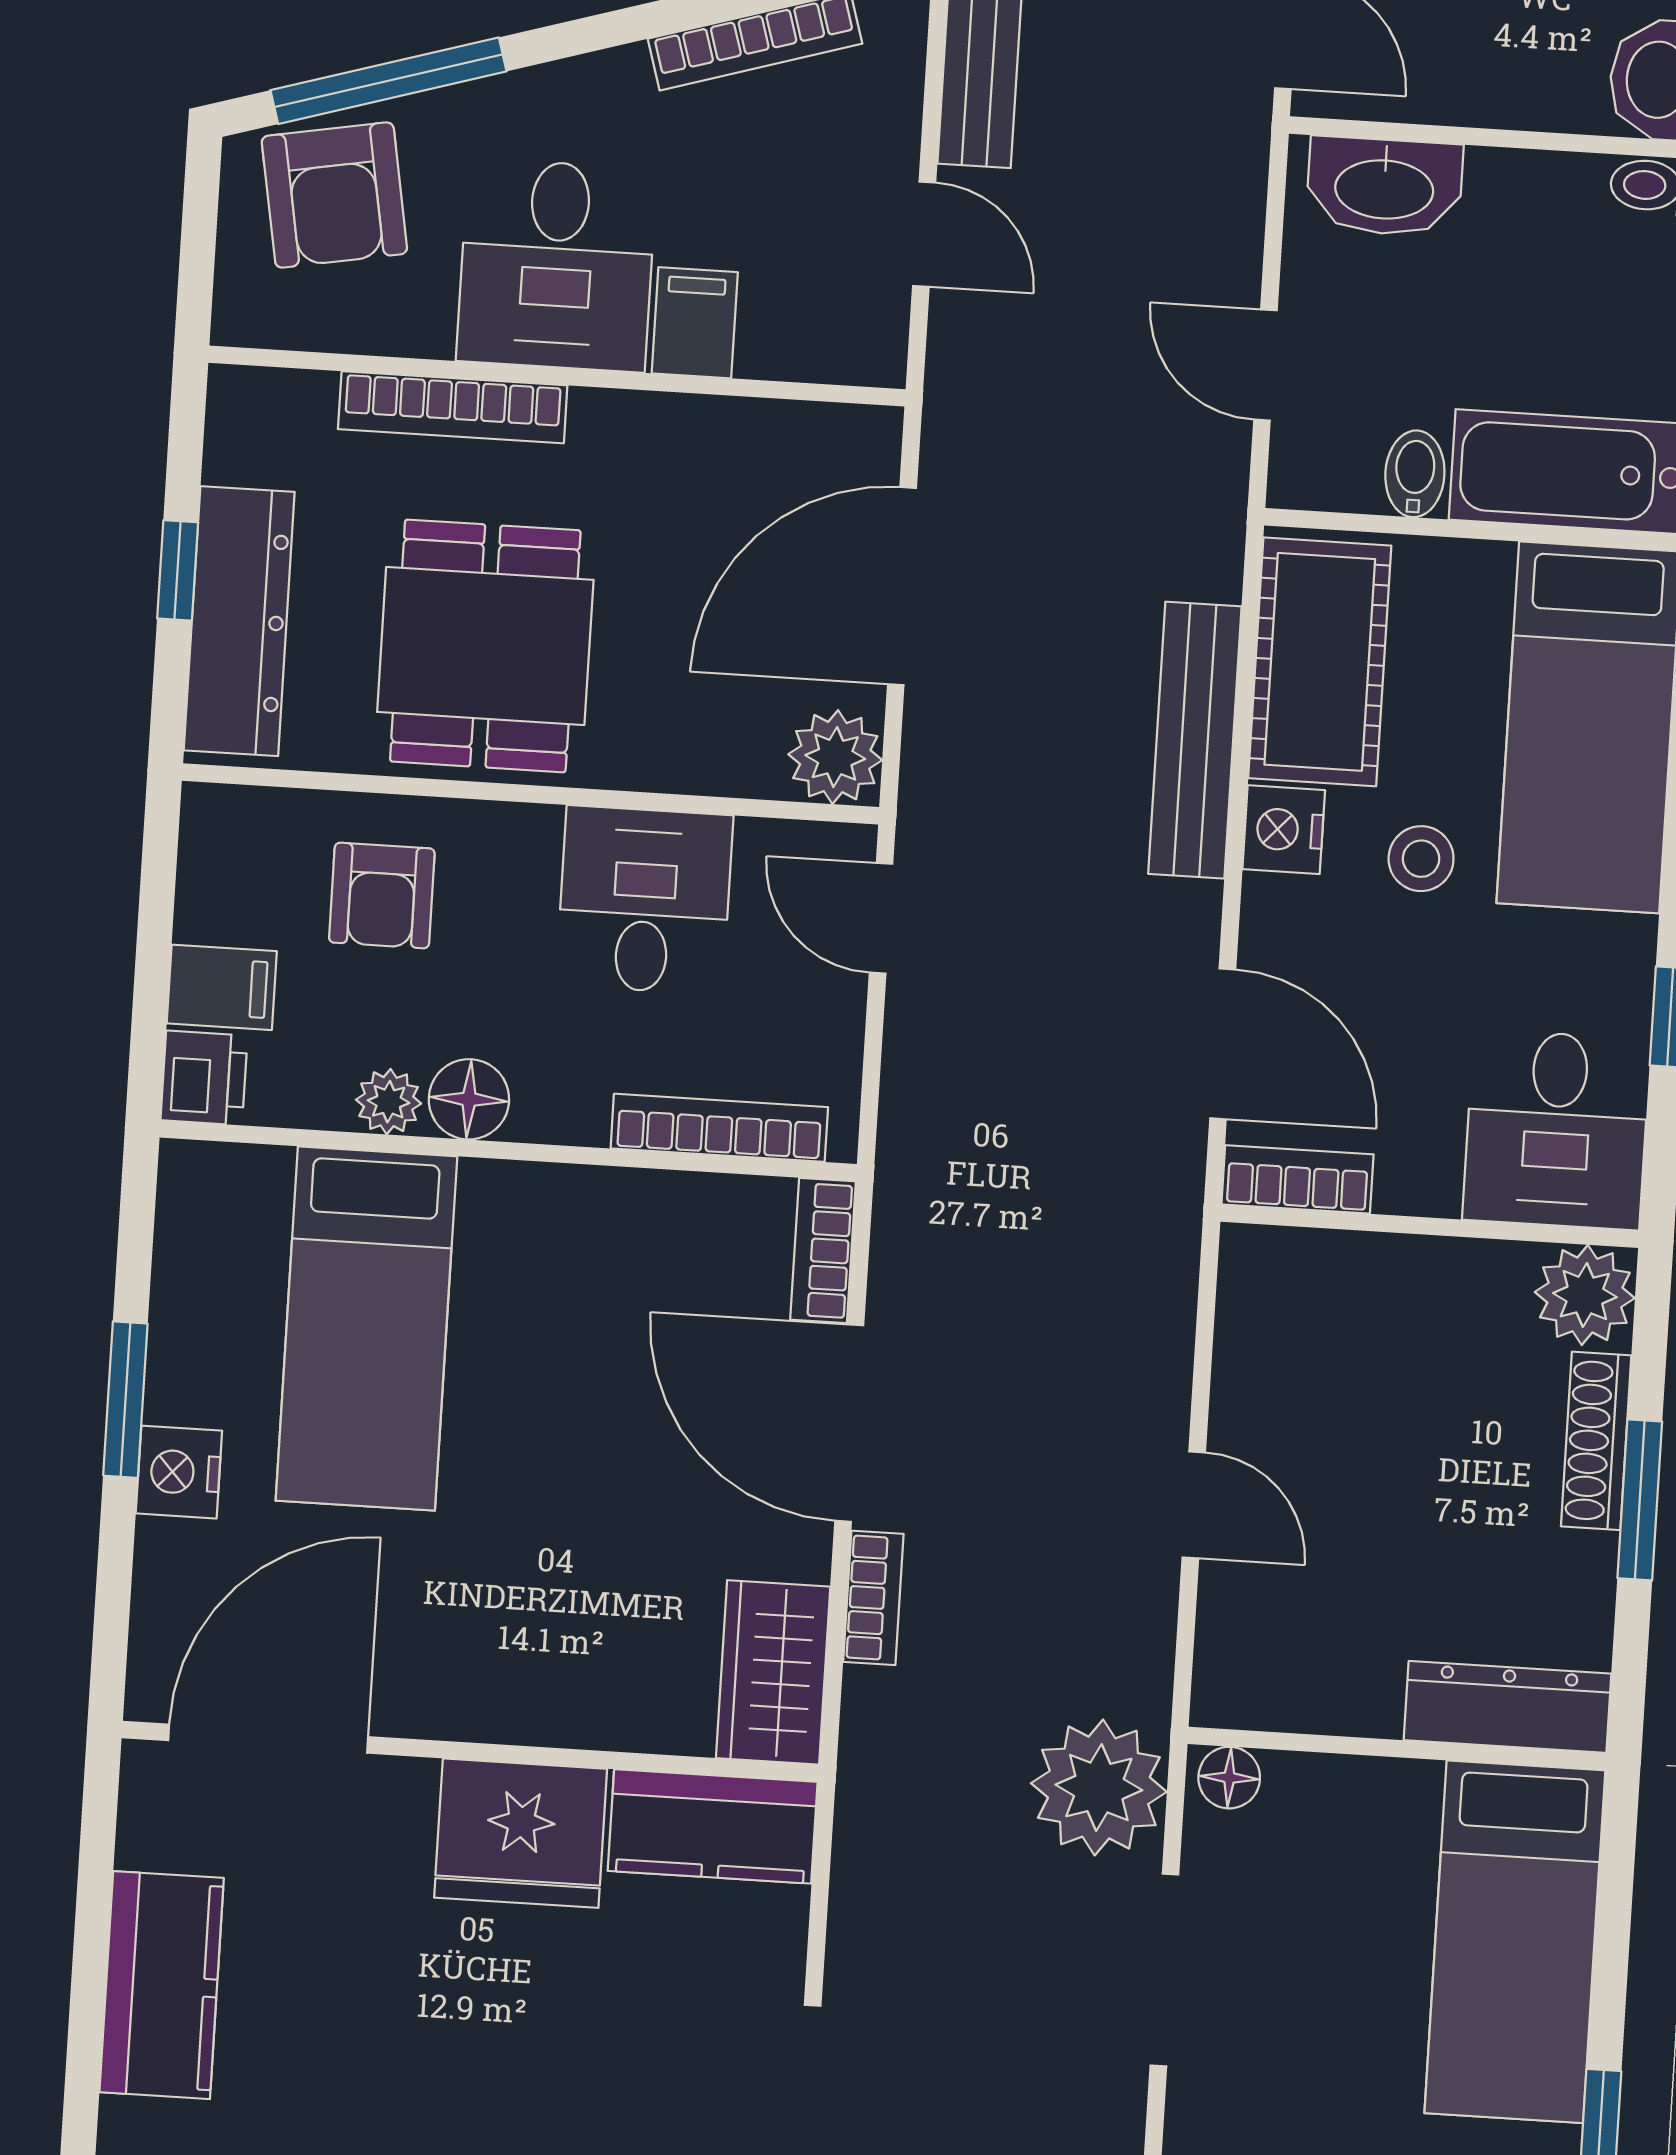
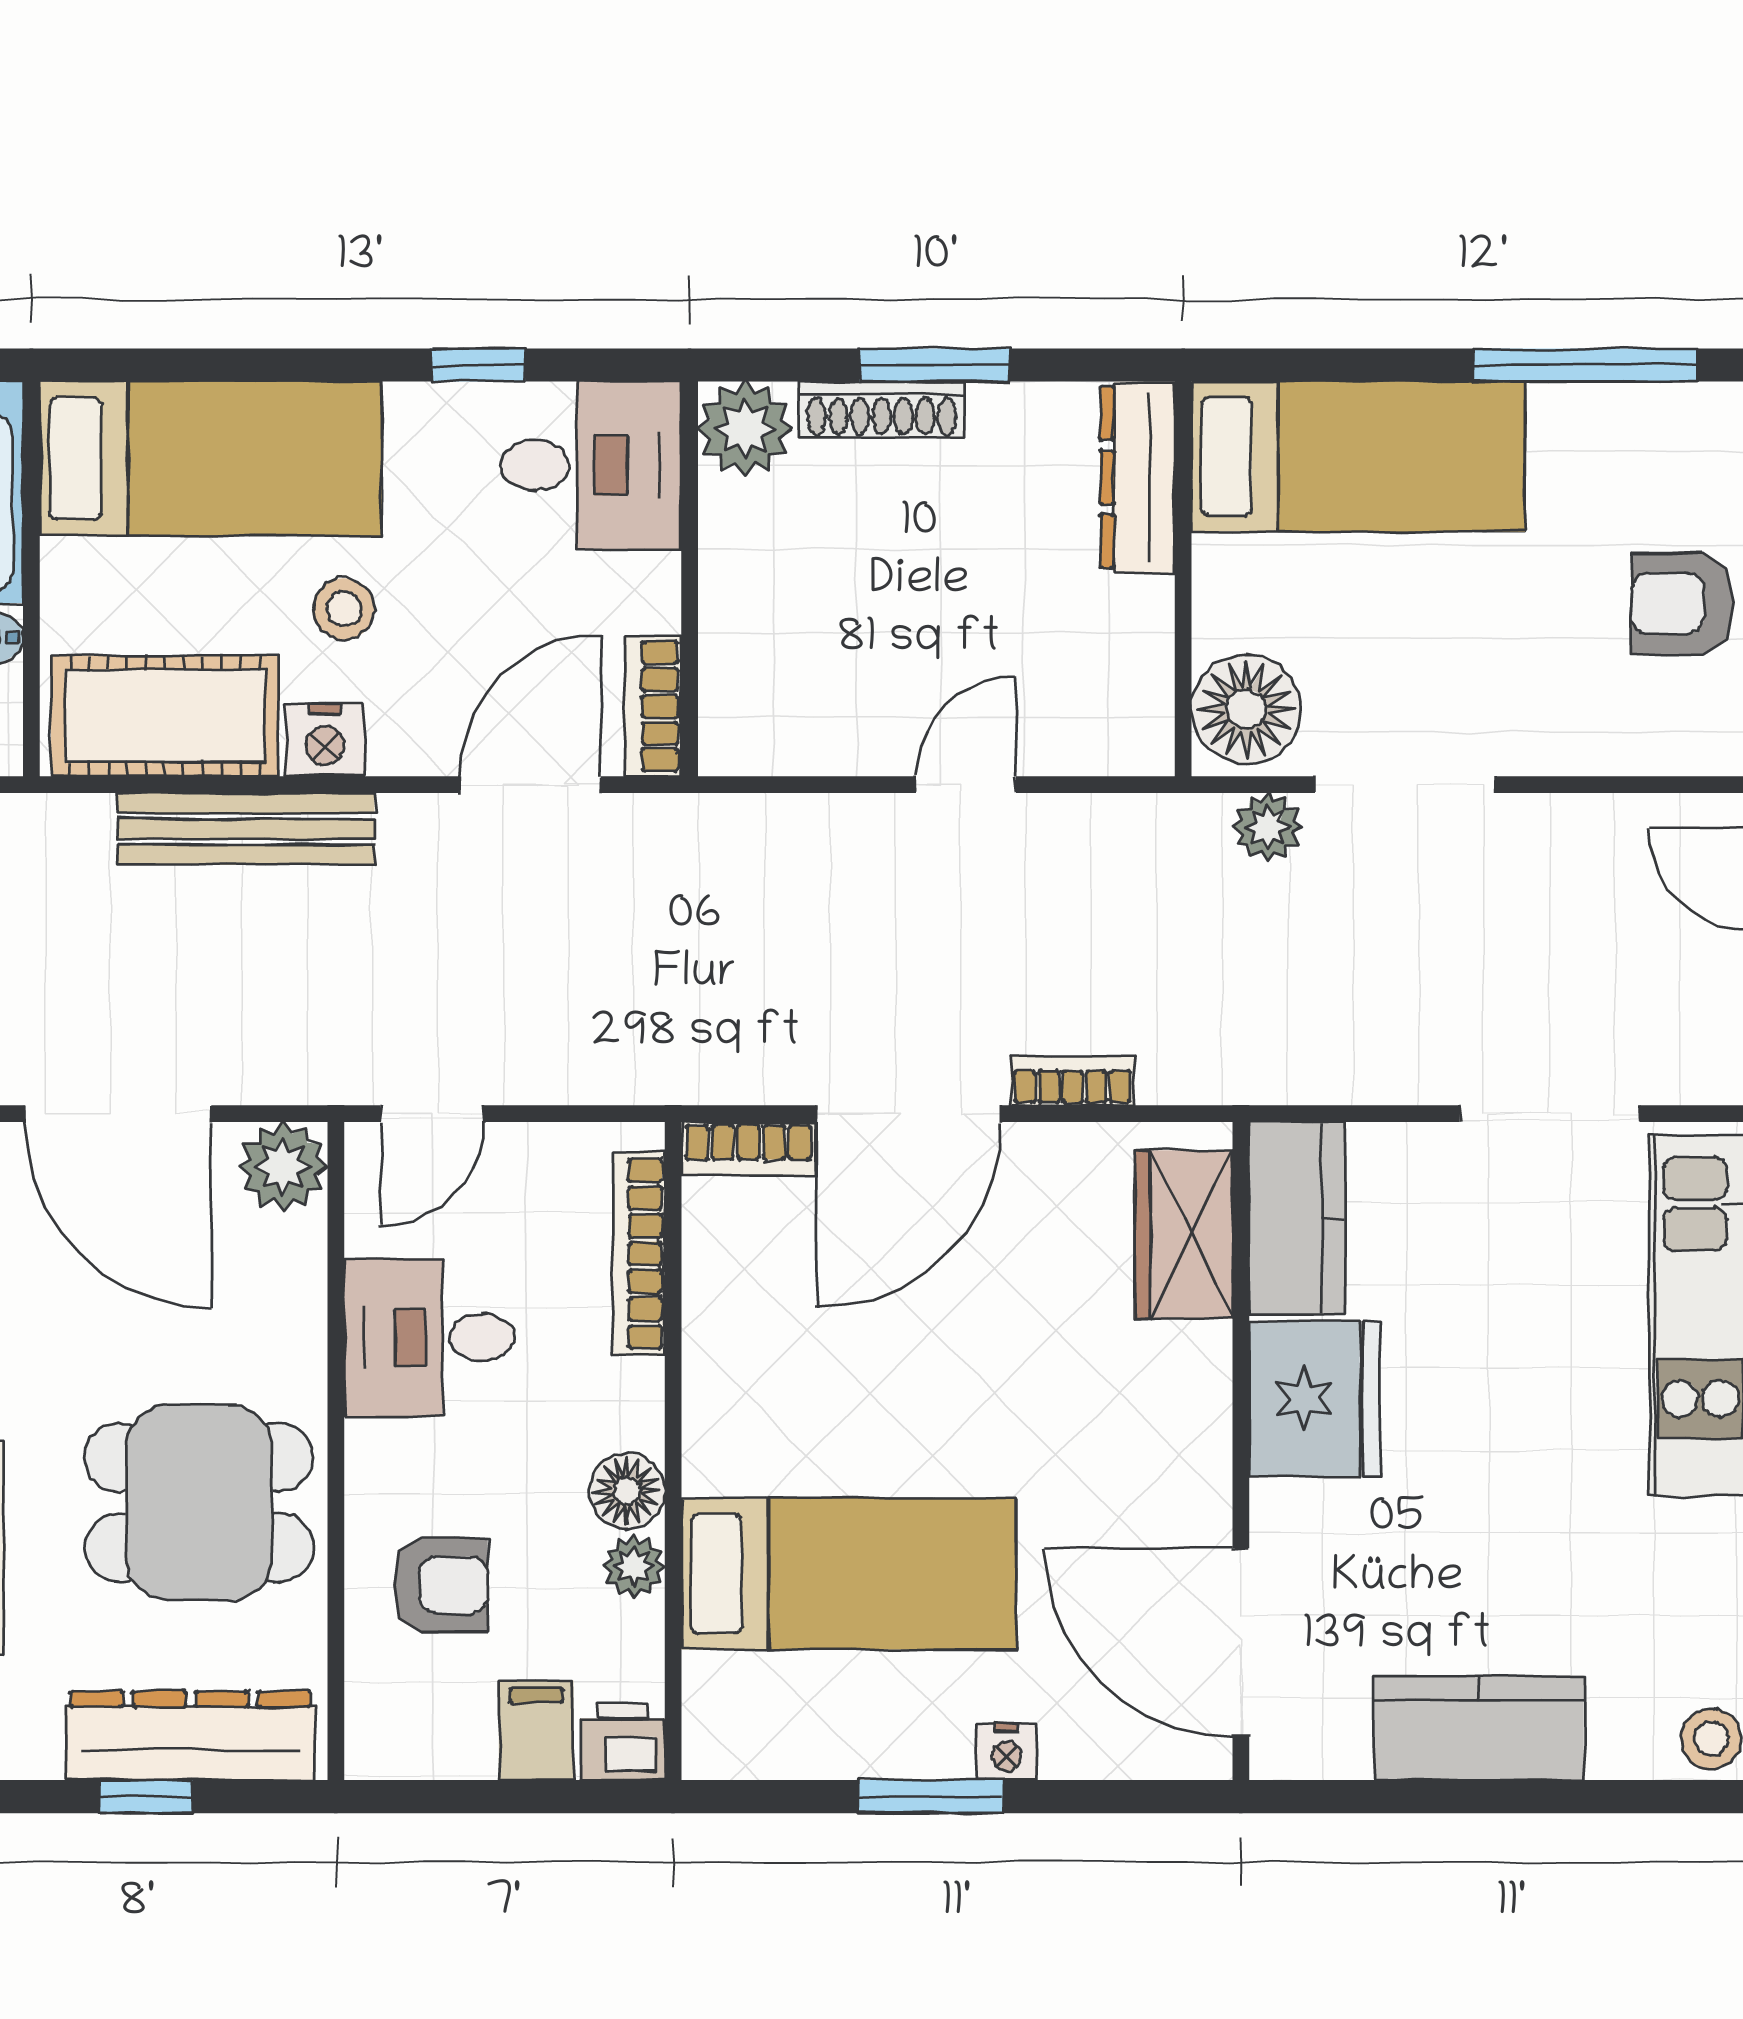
nightstand: (179, 1472) -> (1007, 1752), width x0.72, depth x0.74
wardrobe: (773, 1672) -> (1184, 1234), moved, turned 90
floor lamp: (1229, 1778) -> (1246, 709), width x1.89, depth x1.89
plant: (1099, 1787) -> (1268, 827), width x0.53, depth x0.53

